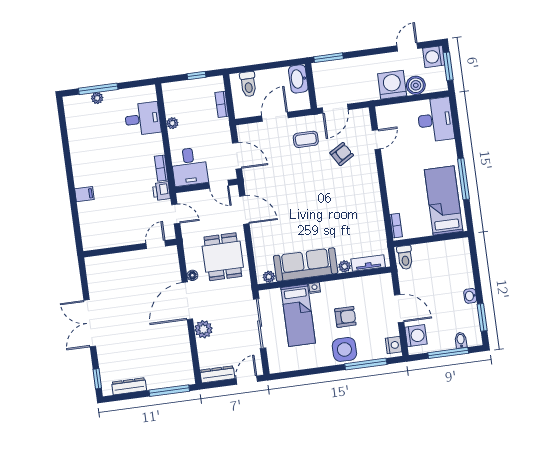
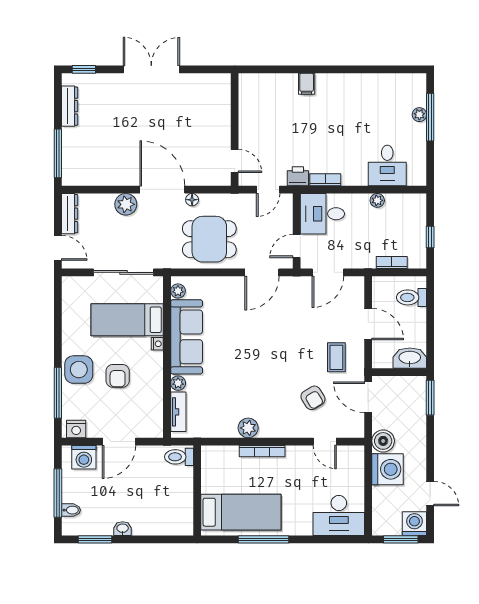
boiler: (416, 85) -> (383, 441), moved
plant: (374, 204) -> (248, 428), added
bookcase: (396, 226) -> (262, 451), moved, width x1.56

